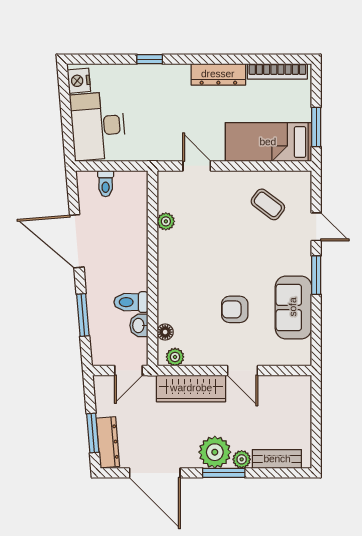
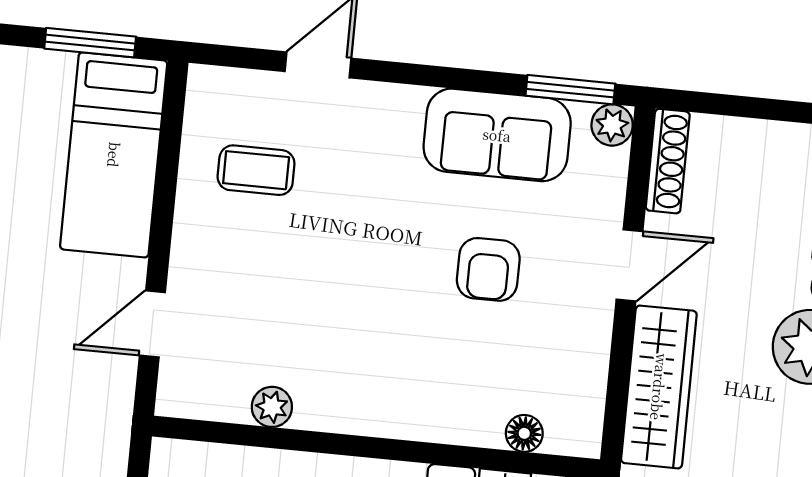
coffee table: (268, 204) -> (256, 170), turned 53
window: (316, 275) -> (570, 90), moved
plant: (175, 357) -> (612, 125), moved
shoe rack: (289, 383) -> (668, 161), added

